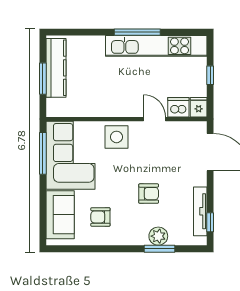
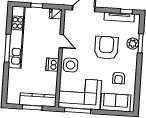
kitchen counter: (56, 68) -> (38, 100), moved
dishwasher: (178, 107) -> (52, 65), moved
door: (154, 119) -> (61, 41), swing flipped
armchair: (149, 194) -> (106, 48), width x1.88, depth x1.88

